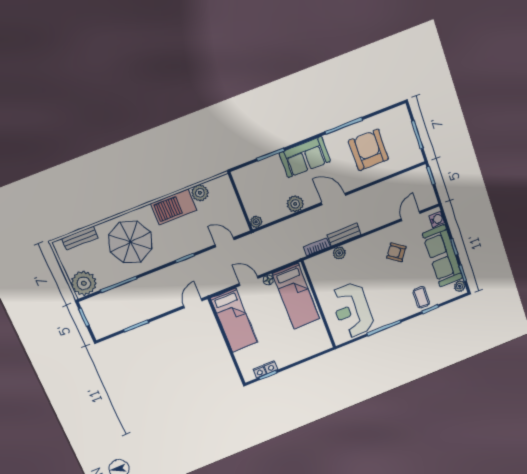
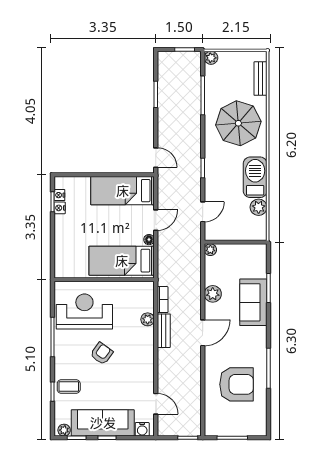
sofa: (305, 157) -> (253, 302), moved
armchair: (396, 252) -> (102, 354), moved
plant: (84, 283) -> (211, 58), width x0.53, depth x0.53

